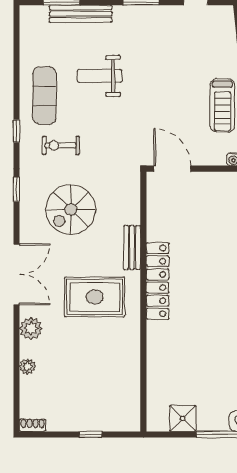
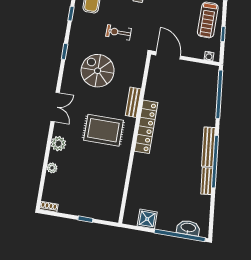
exercise bike: (61, 145) -> (119, 32), moved
spiral stairs: (71, 209) -> (98, 71), turned 90
double door: (16, 274) -> (55, 107), width x0.73

